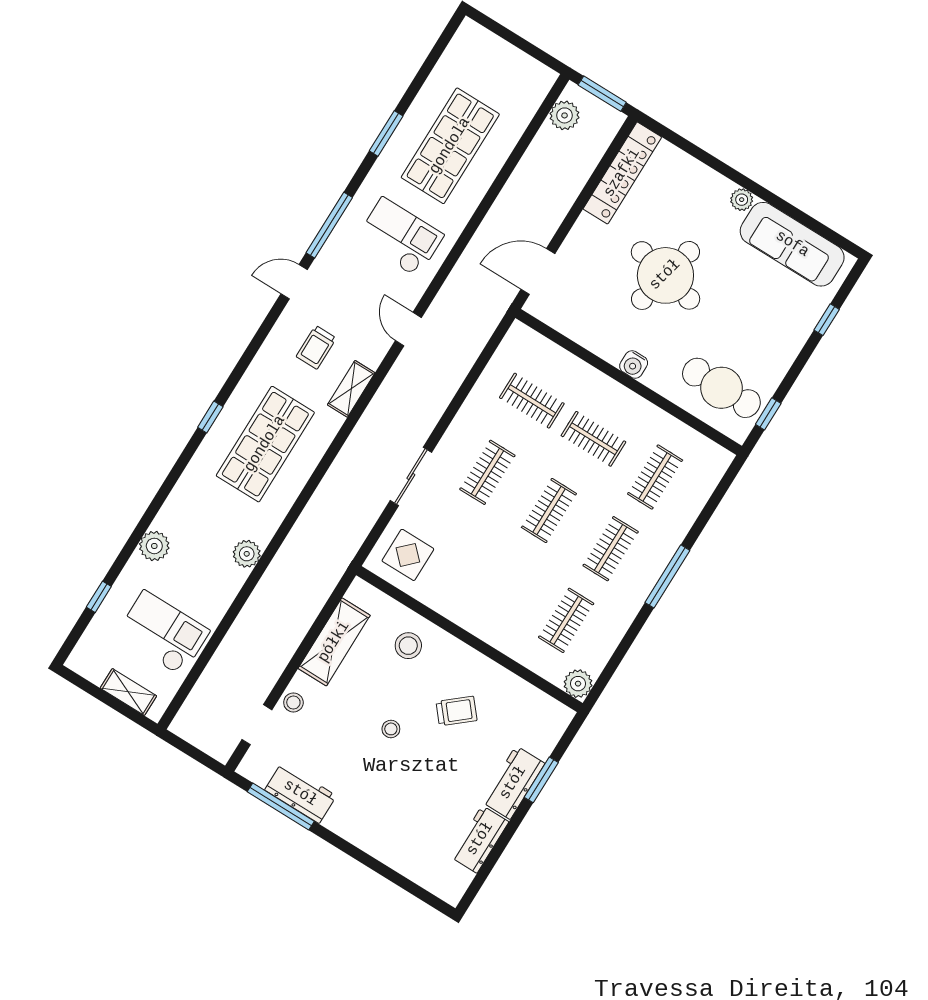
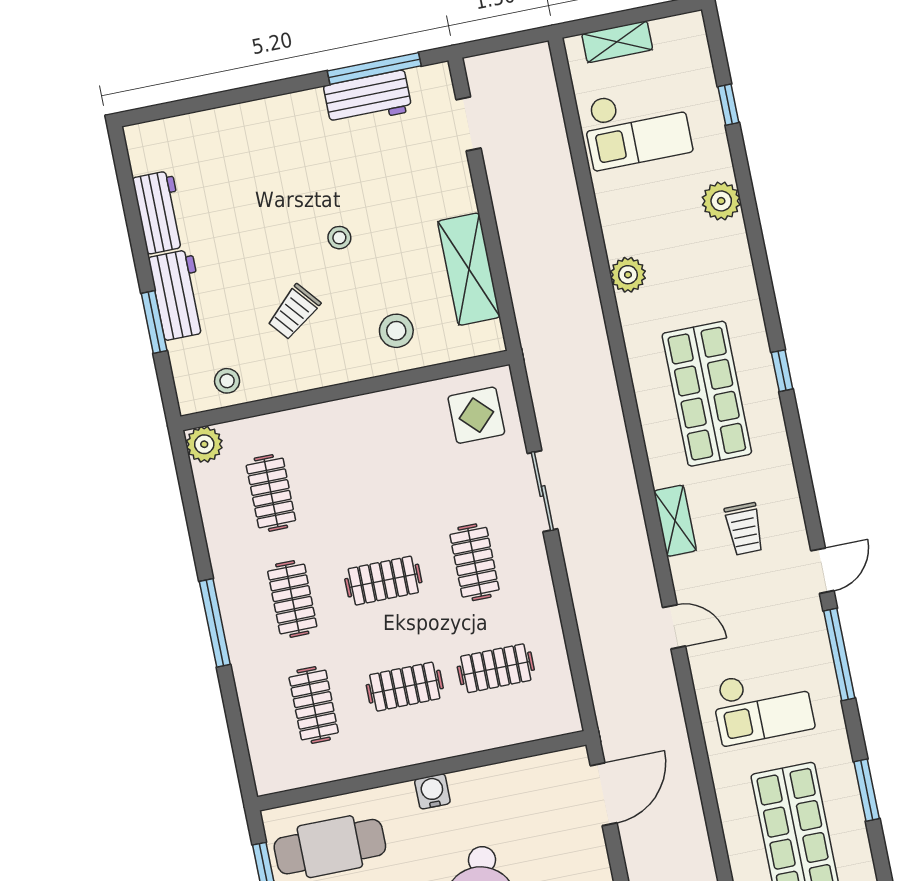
trolley: (316, 347) -> (744, 529), turned 180
clothes rail: (549, 510) -> (383, 581), turned 90
stool: (293, 702) -> (227, 381), moved

